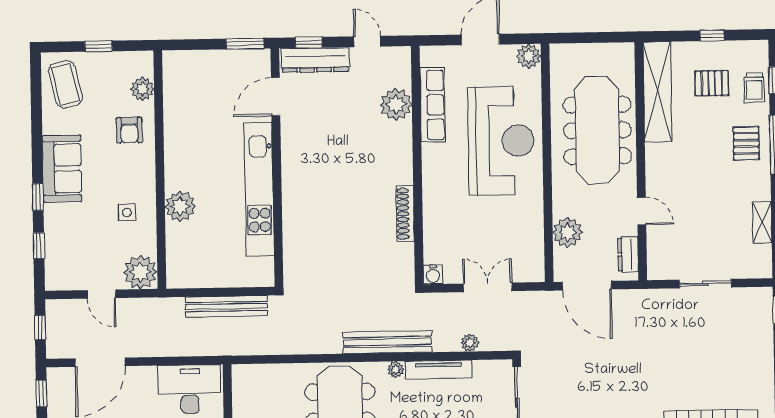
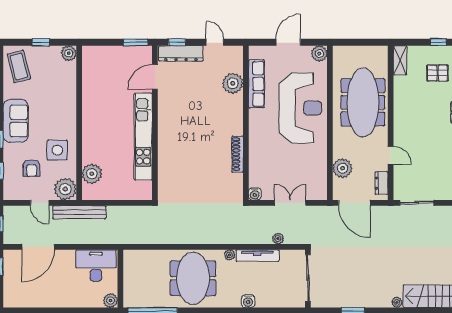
plant: (143, 89) -> (69, 53), moved
shelving: (657, 92) -> (400, 60), width x0.45, depth x0.75
armchair: (129, 130) -> (32, 168), moved
plant: (180, 207) -> (92, 174), moved
side table: (127, 212) -> (57, 150), width x1.87, depth x1.87
sliding door: (705, 284) -> (417, 203), moved
bench: (227, 306) -> (79, 212), moved
bench: (387, 342) -> (224, 237), removed

